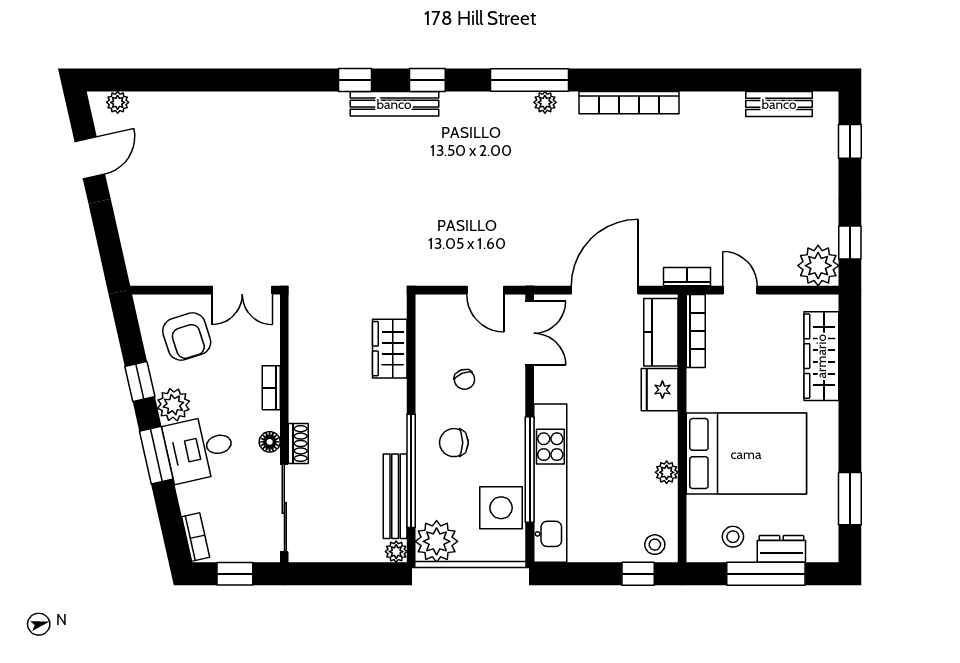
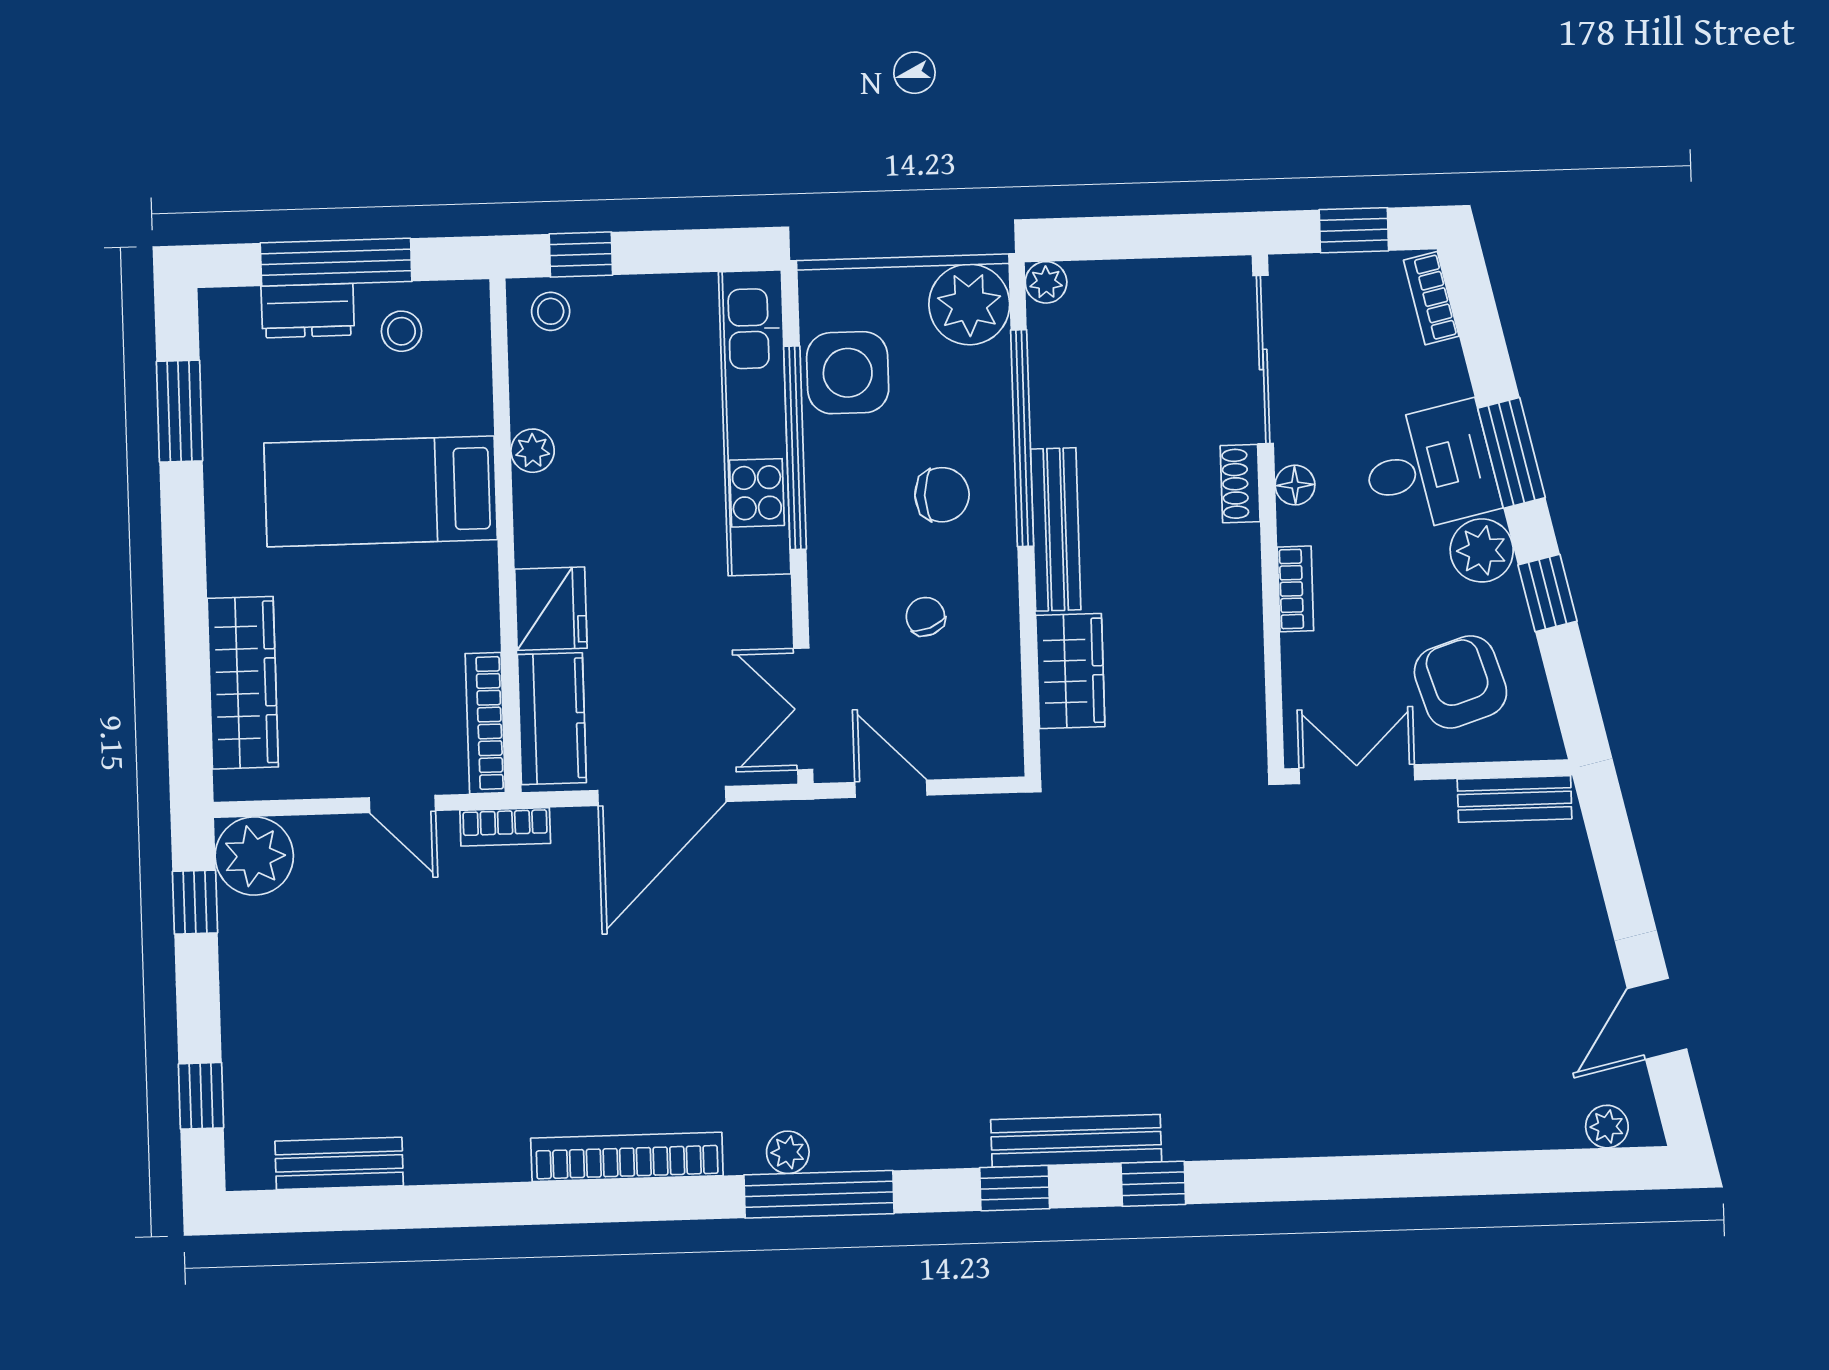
bench: (160, 275) -> (1515, 799), added
bed: (746, 454) -> (381, 491), width x0.67
bench: (395, 496) -> (1056, 529), moved

